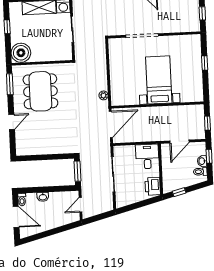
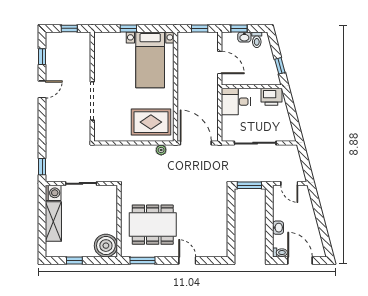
bed with nightstands: (159, 80) -> (150, 60), moved, turned -90
rug: (127, 86) -> (151, 122), added
door: (16, 217) -> (300, 260), hinge flipped

